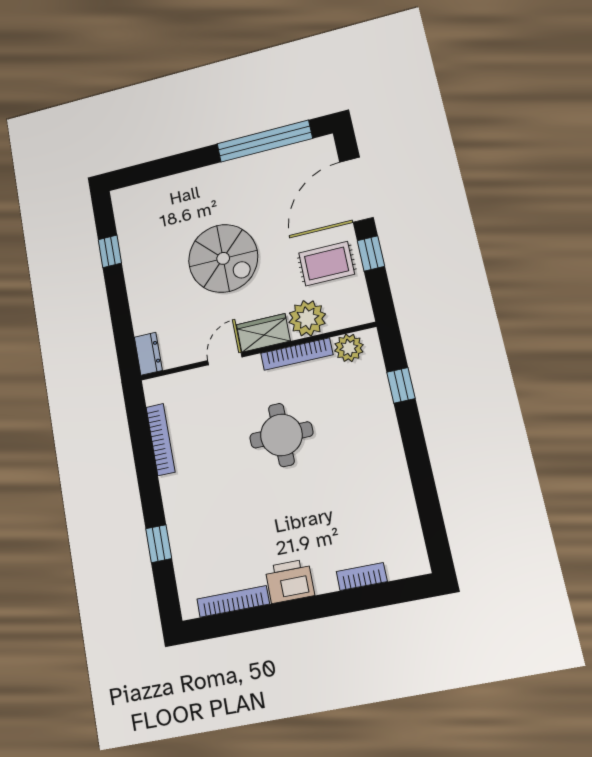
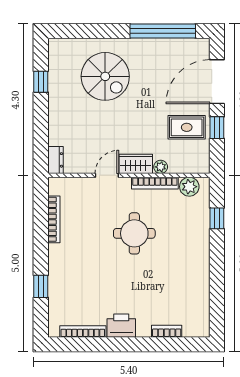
spiral stairs: (223, 258) -> (105, 76), moved
plant: (307, 318) -> (161, 167), width x0.53, depth x0.53

